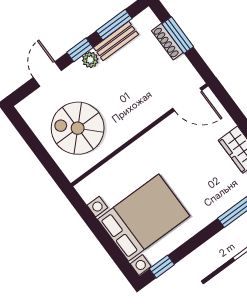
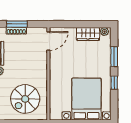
window: (162, 267) -> (114, 83), moved

